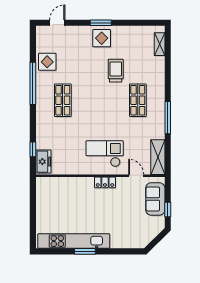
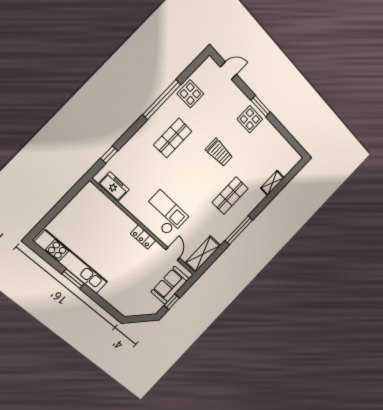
shelving: (160, 44) -> (272, 183), moved
trolley: (116, 71) -> (219, 153), moved, turned 90
freezer: (43, 162) -> (114, 187), moved, turned -90

